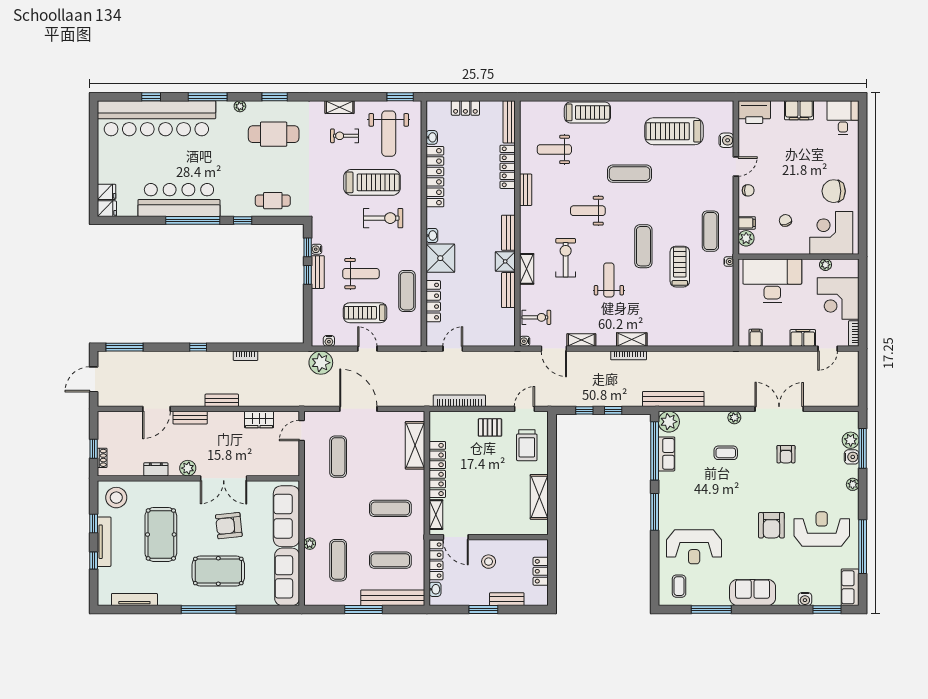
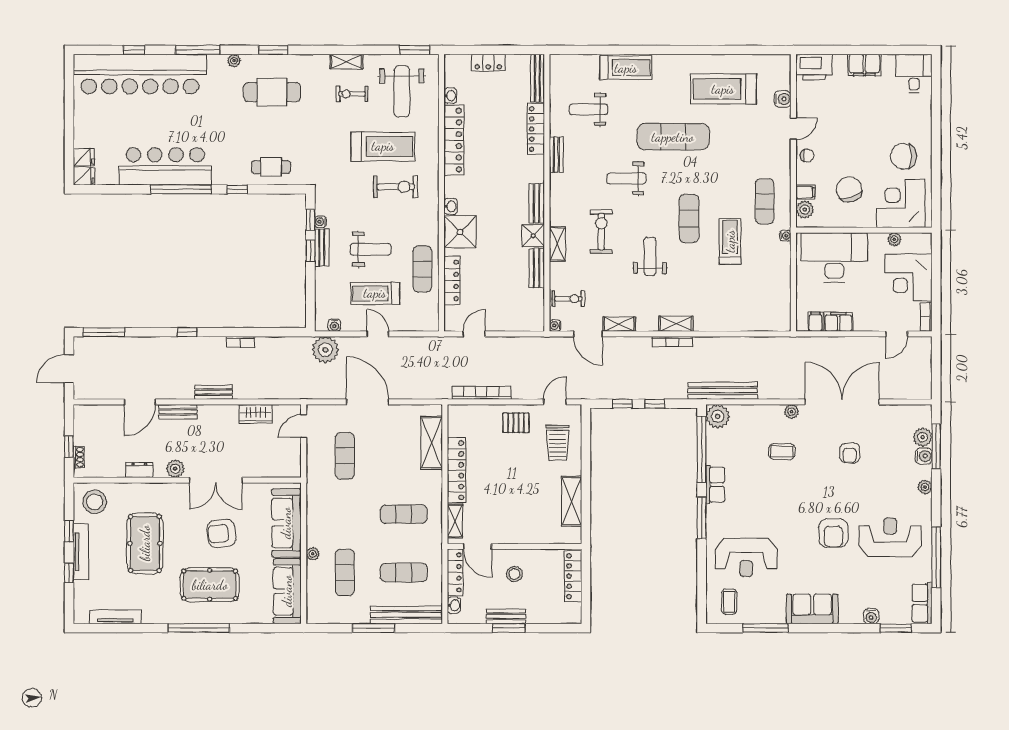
exercise mat: (630, 174) -> (673, 137), width x1.36, depth x1.45
chair: (785, 220) -> (849, 189), width x1.87, depth x1.87
filing cabinet: (803, 338) -> (838, 322), moved
double door: (779, 409) -> (842, 402), width x1.36
row of seats: (666, 454) -> (715, 485), moved
locker: (541, 571) -> (573, 576), width x1.53
bench: (507, 599) -> (506, 616), moved

